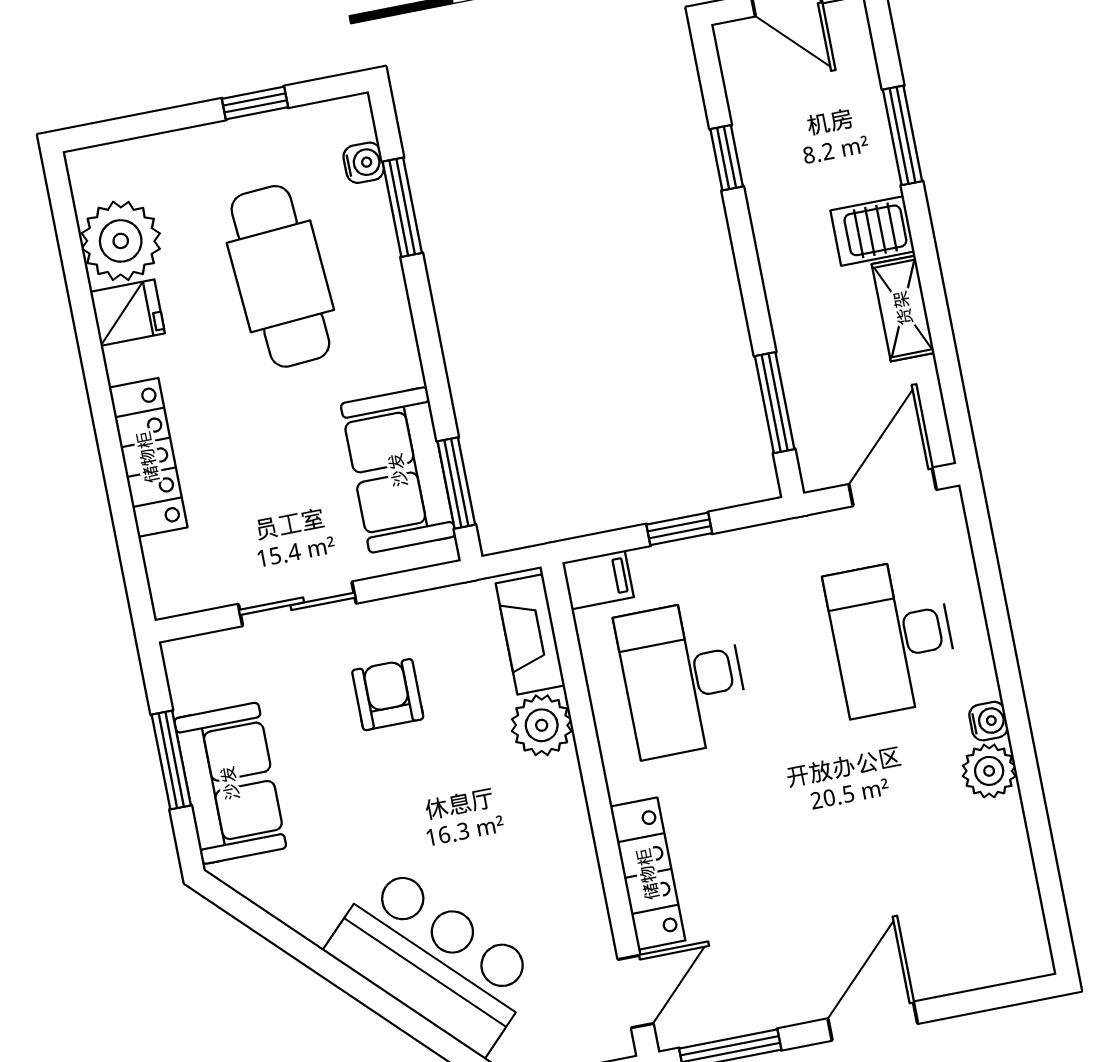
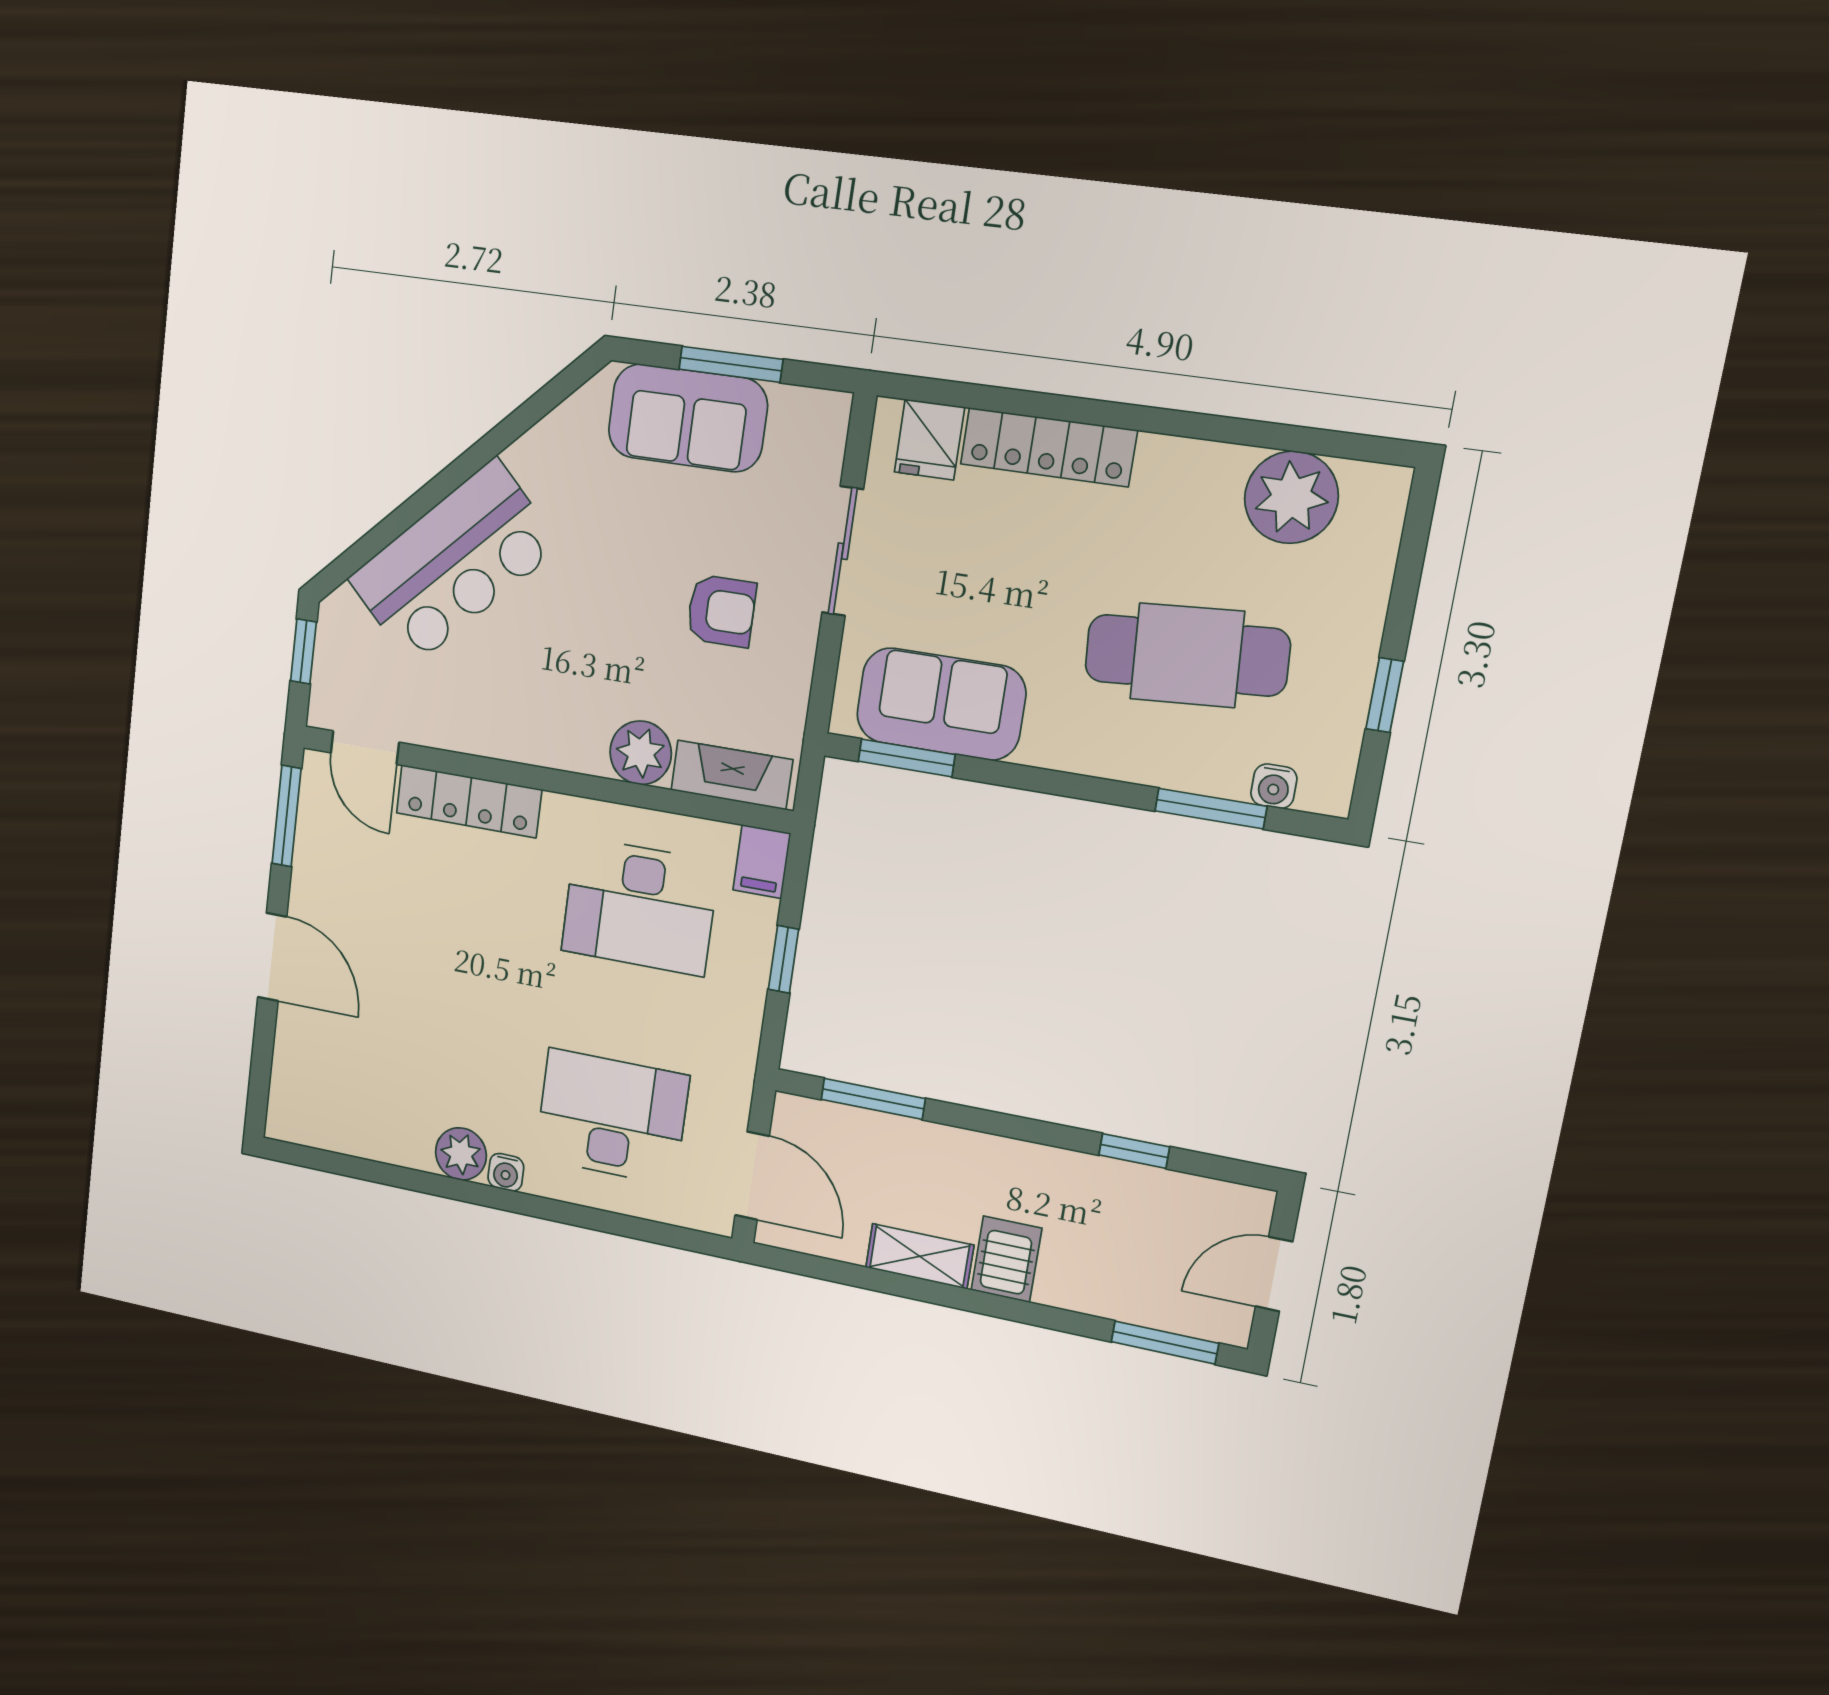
window: (902, 135) -> (1165, 1343), moved
fridge: (128, 313) -> (929, 440), moved
desk: (683, 678) -> (640, 906), turned 180

